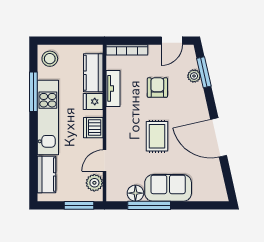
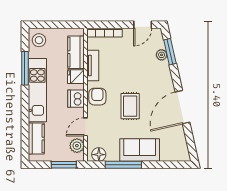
armchair: (157, 88) -> (97, 97), moved
door: (219, 137) -> (182, 107), hinge flipped
floor lamp: (135, 193) -> (99, 155), moved

